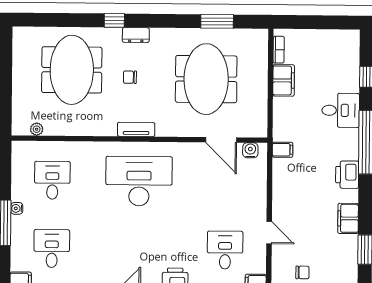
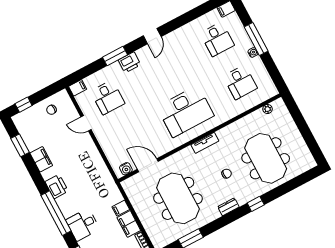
dresser: (136, 35) -> (228, 207), moved
filing cabinet: (283, 150) -> (121, 208), moved

